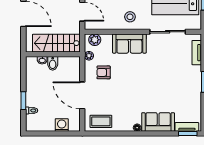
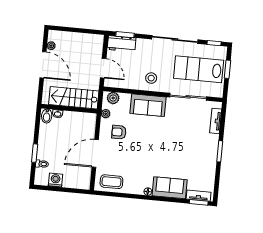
bidet: (53, 63) -> (47, 116), moved
door: (82, 95) -> (95, 153), hinge flipped
washing machine: (62, 125) -> (55, 180), moved

